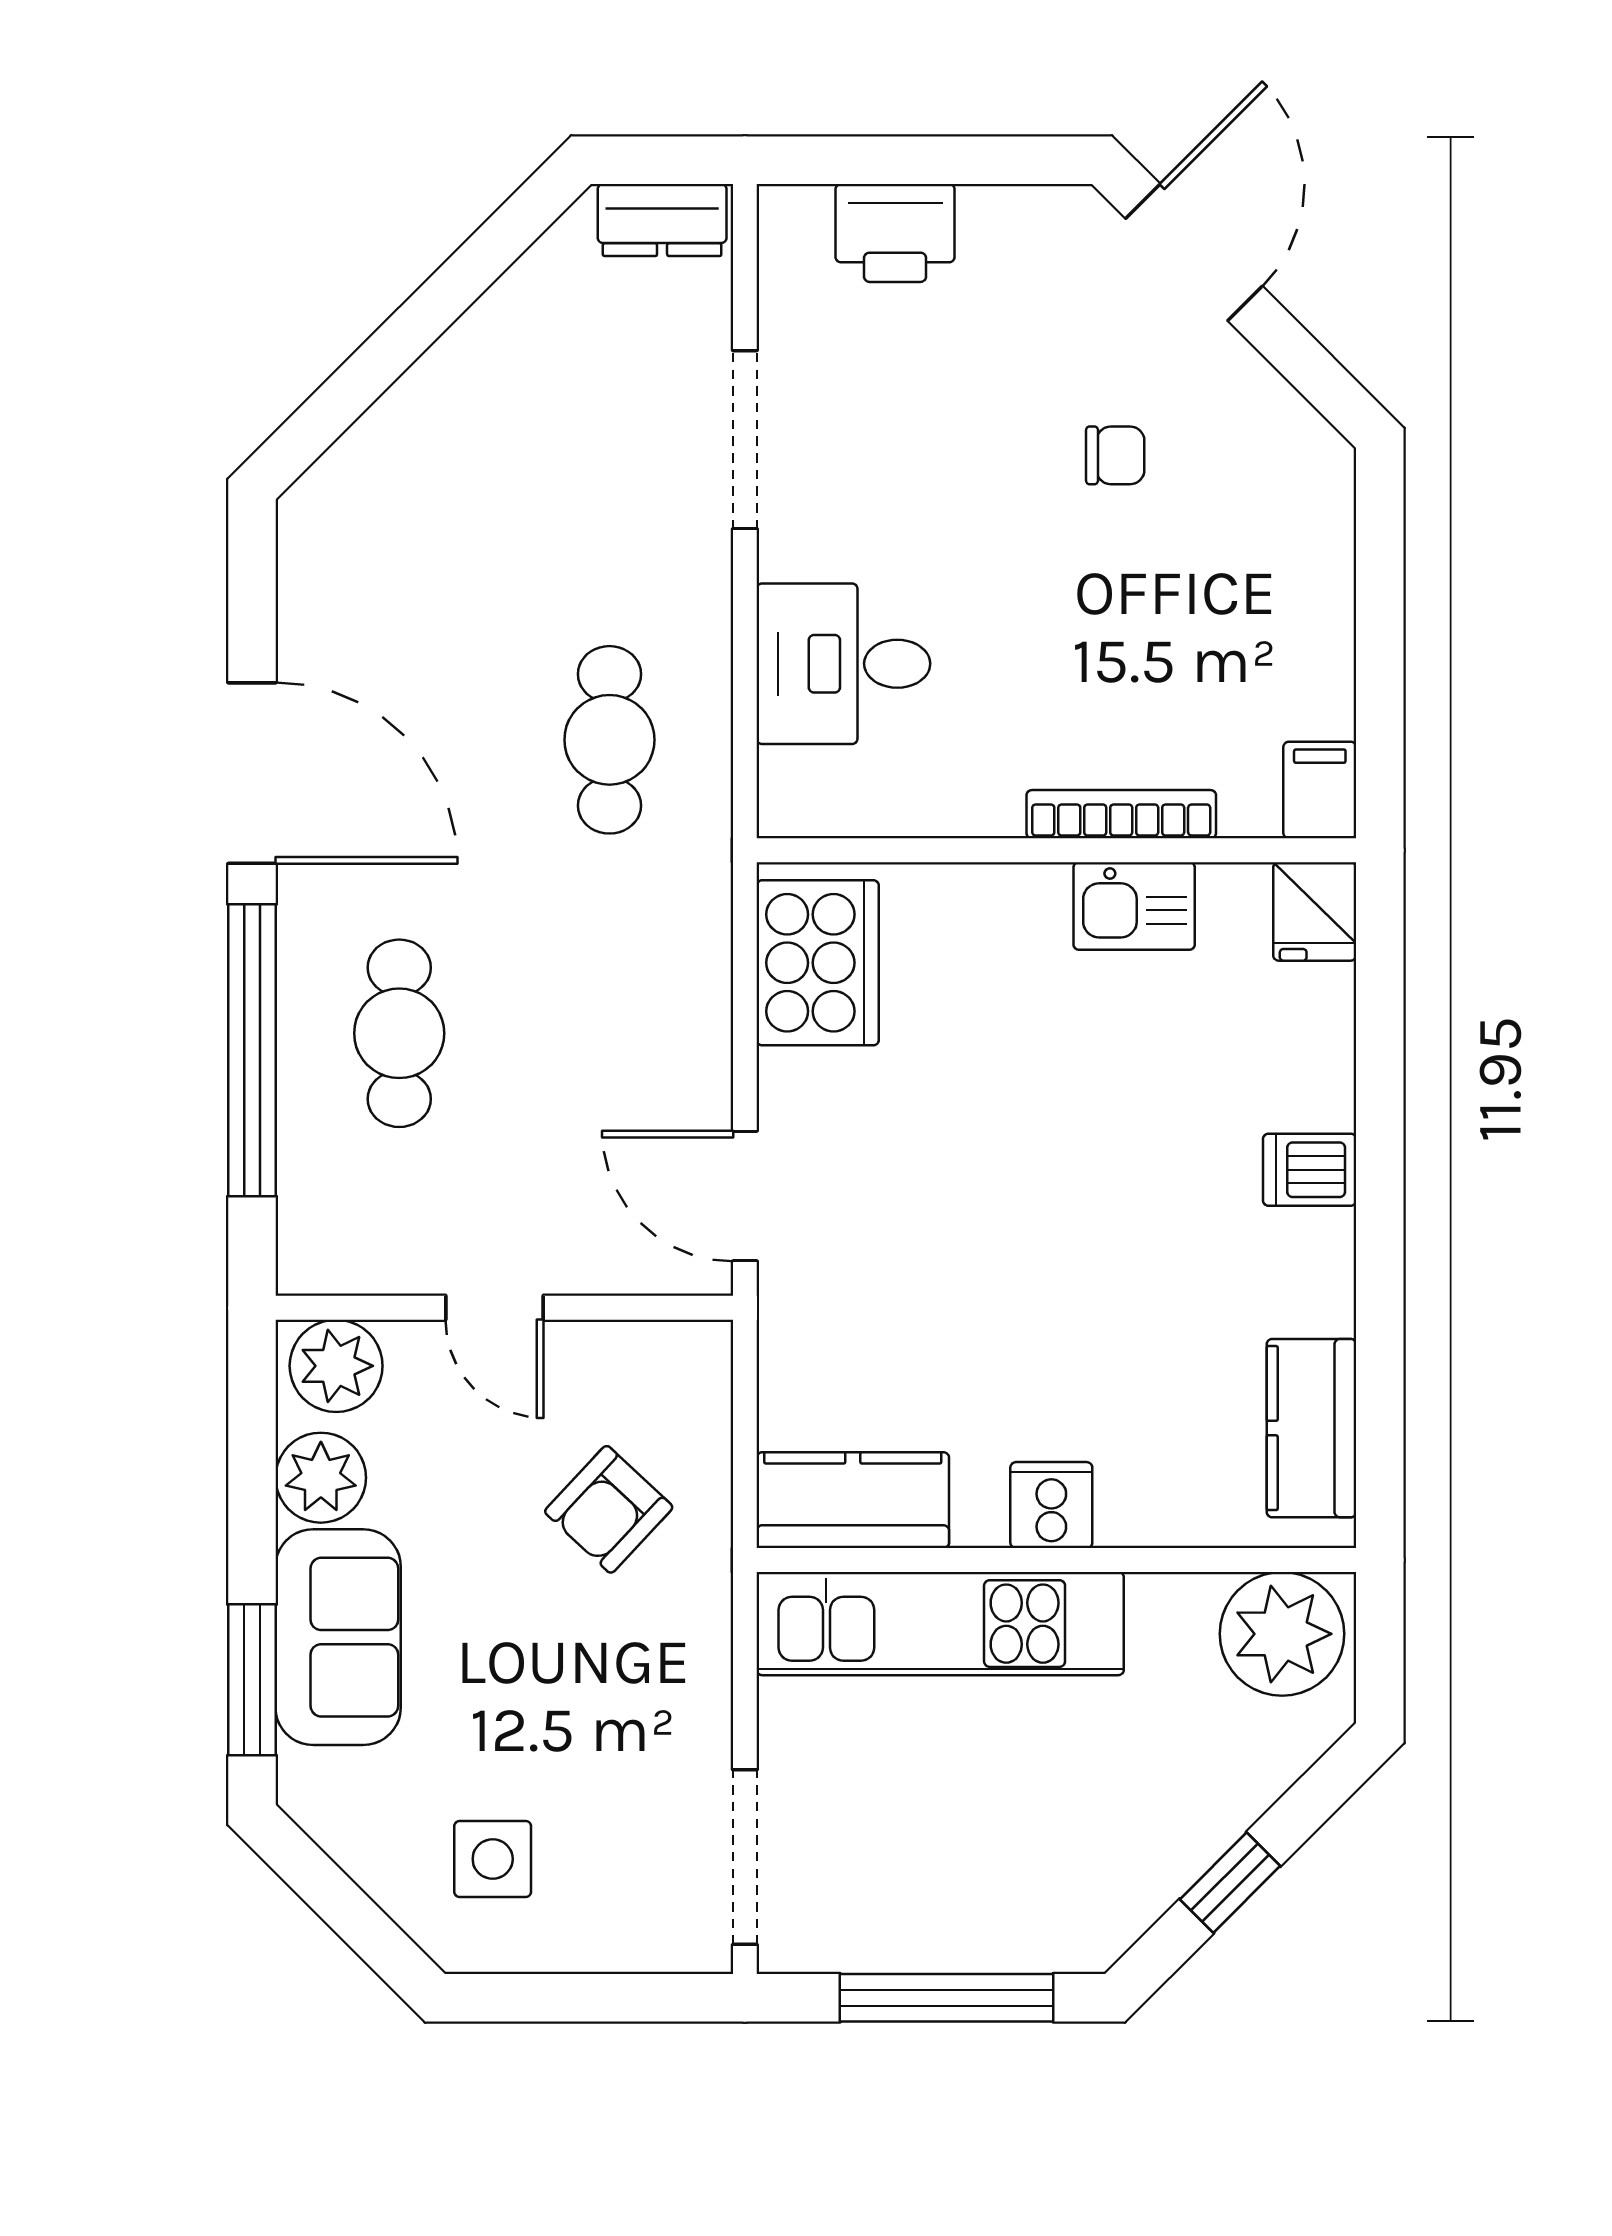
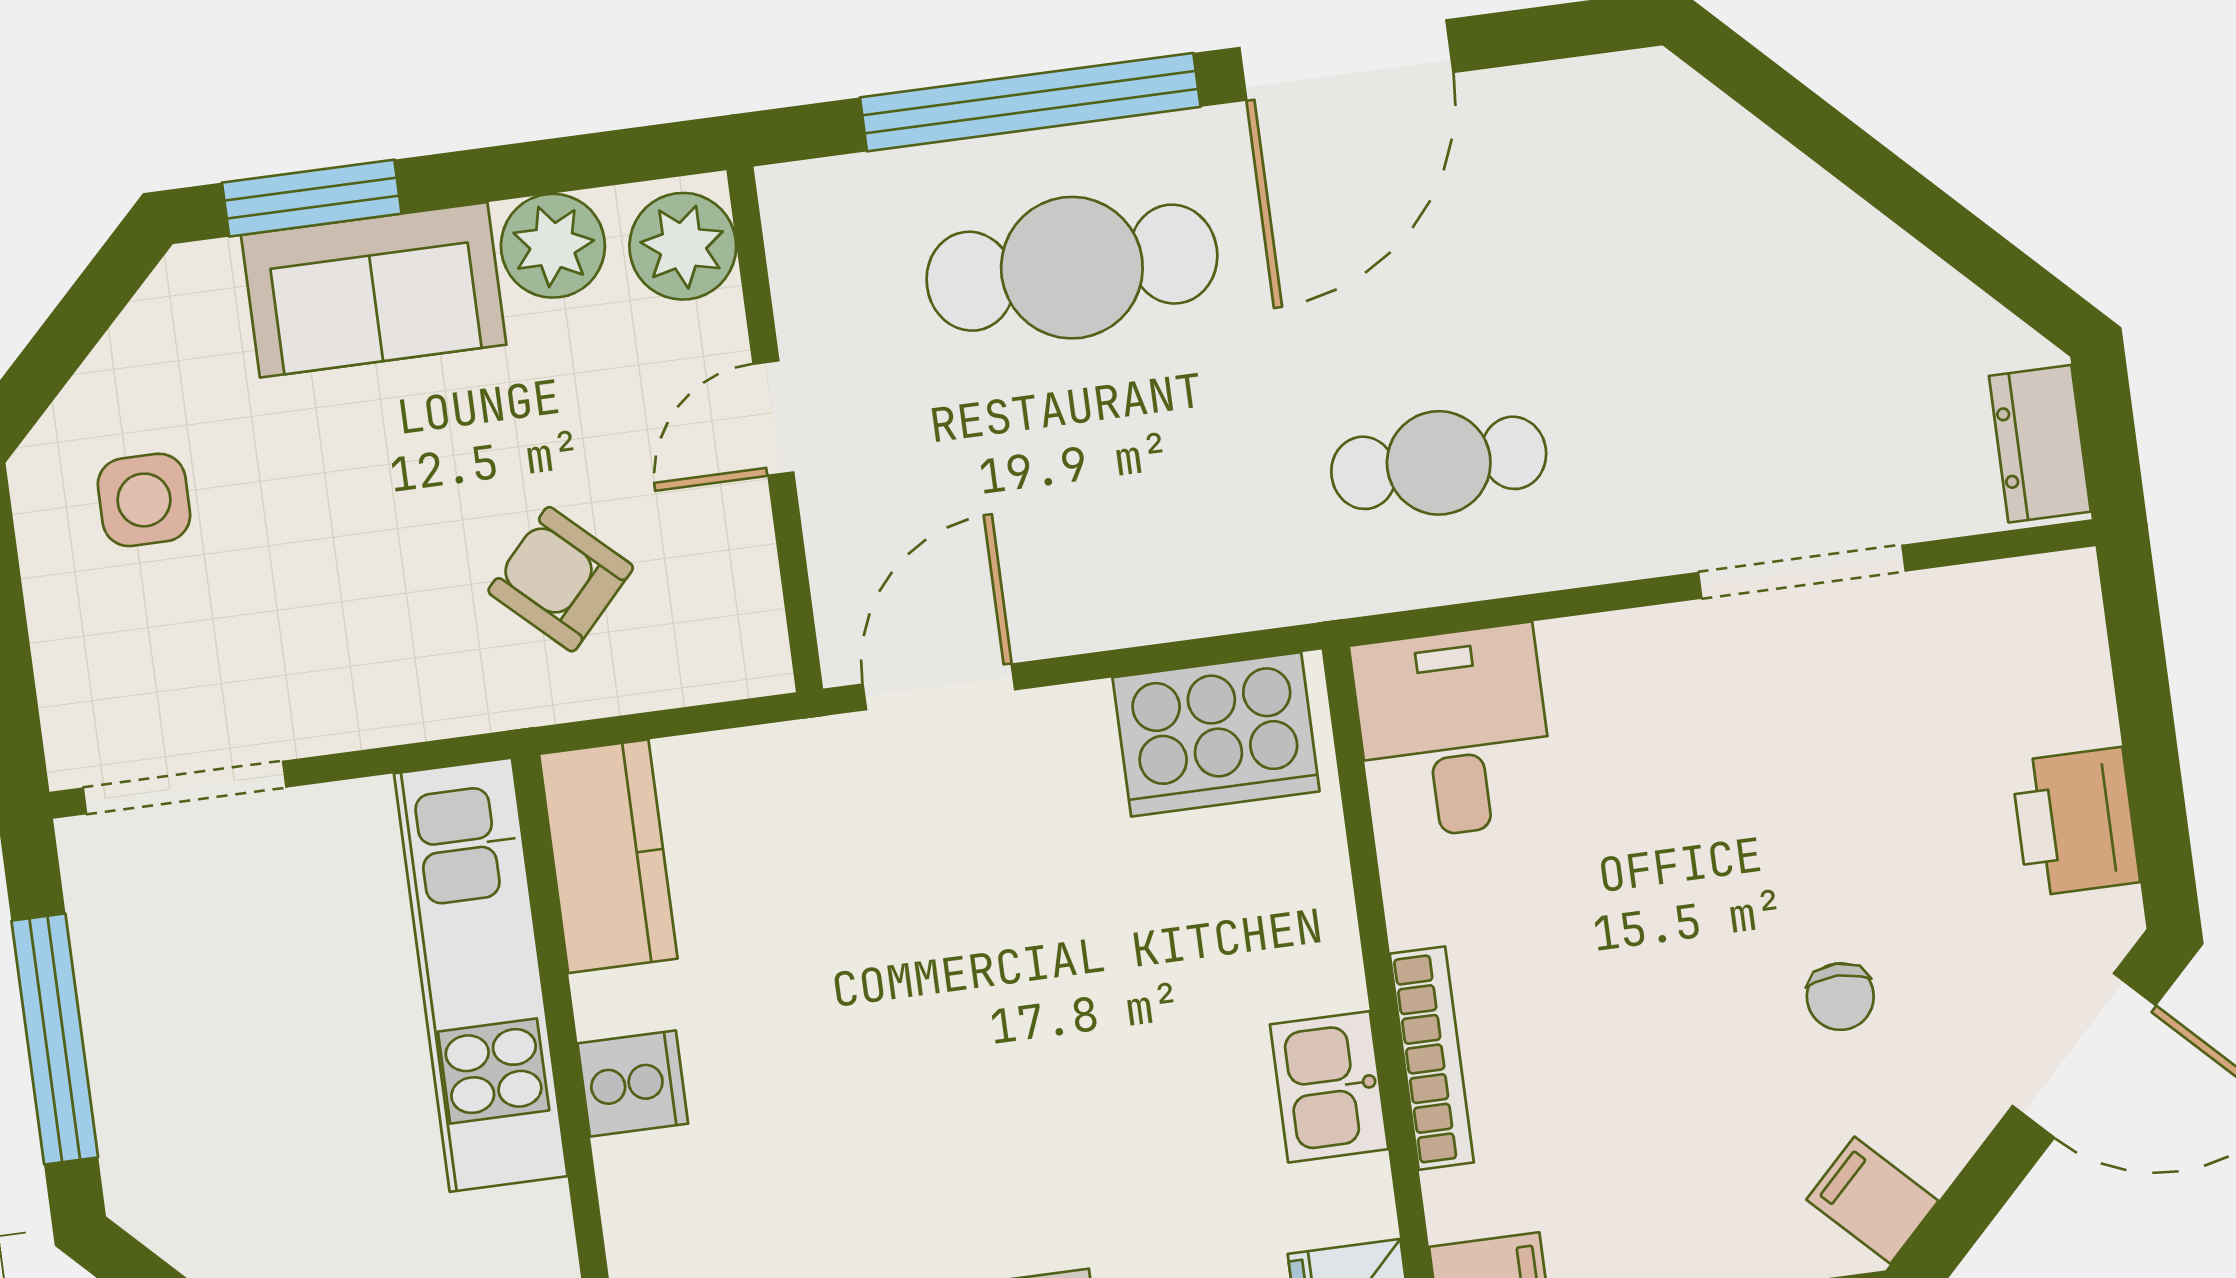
printer: (895, 233) -> (2075, 822), moved
filing cabinet: (1294, 451) -> (1872, 1200), added
desk: (843, 664) -> (1454, 733), moved
cafe table: (399, 1033) -> (1072, 268), width x1.37, depth x1.35

